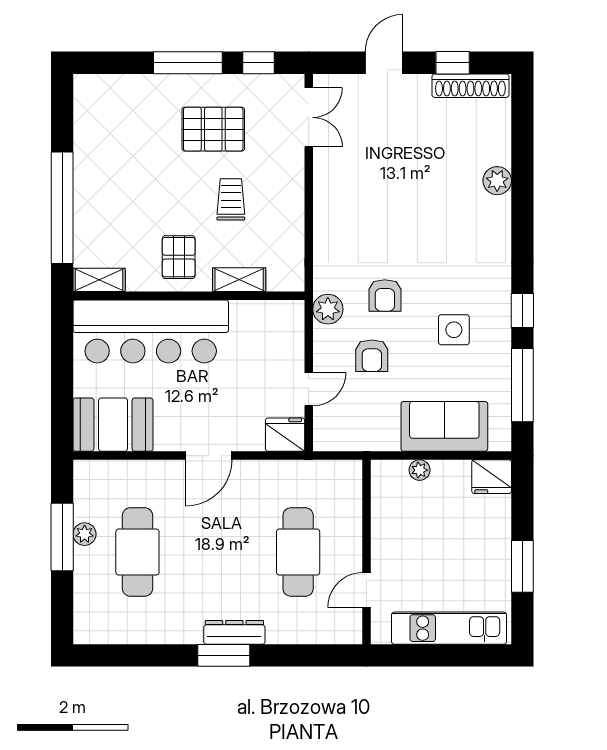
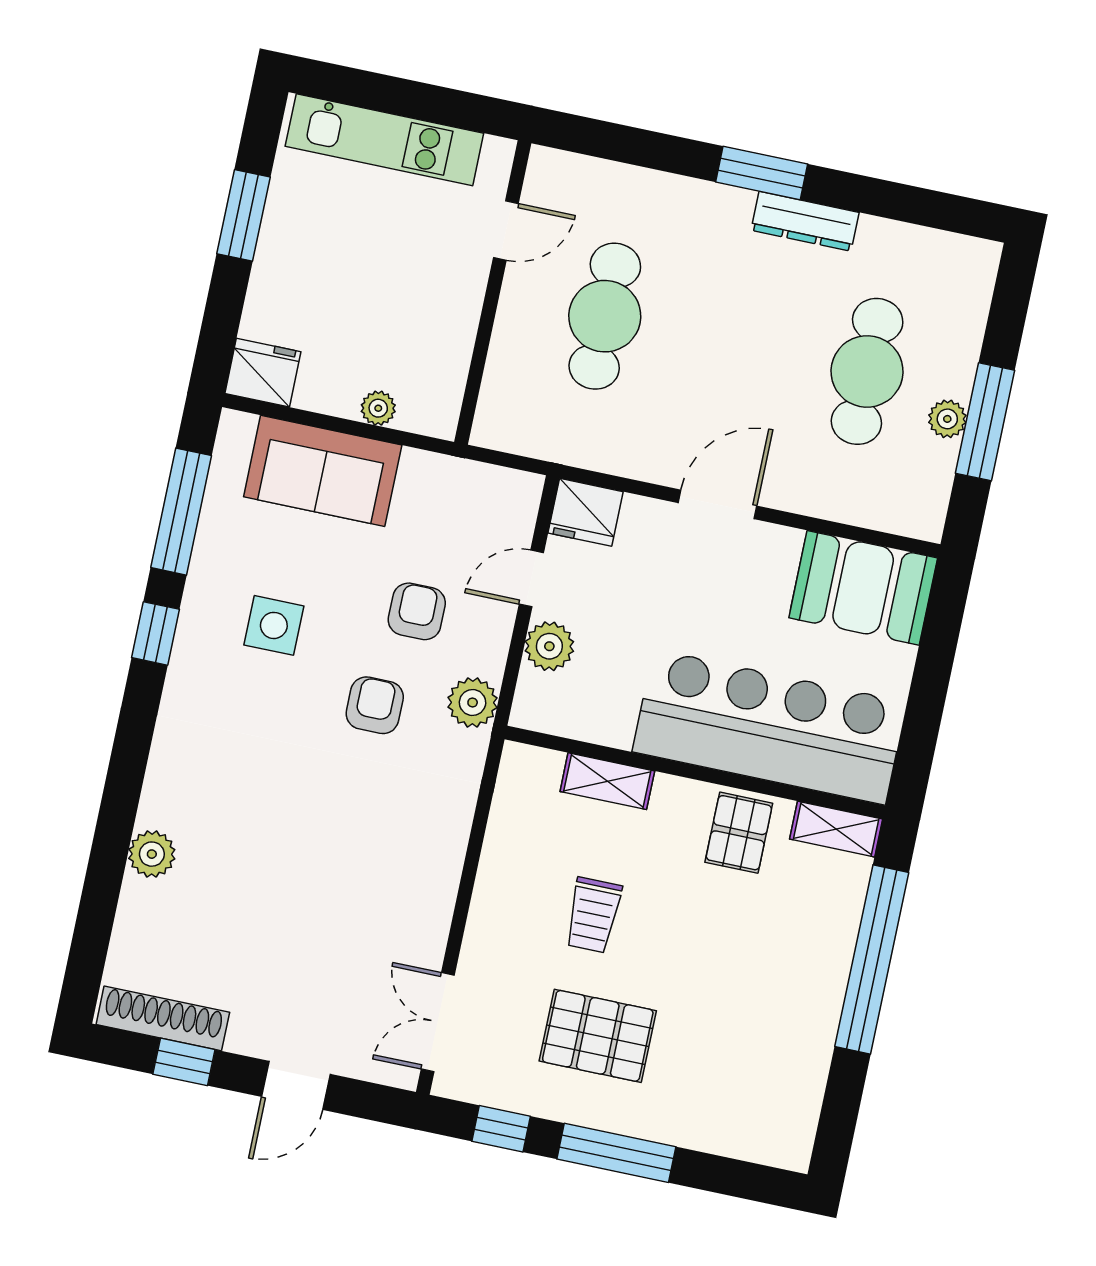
pallet: (179, 257) -> (739, 833), moved
plant: (290, 352) -> (549, 646), added
dresser: (234, 632) -> (805, 221), moved

